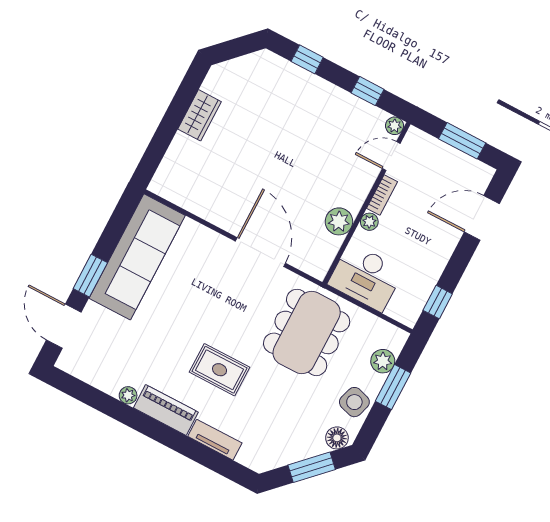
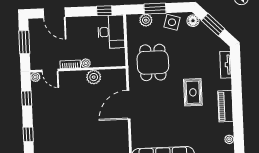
desk: (366, 277) -> (111, 32), moved
dining table: (307, 332) -> (153, 62), width x0.73
plant: (128, 395) -> (229, 139), moved
tv unit: (215, 440) -> (226, 65), moved

